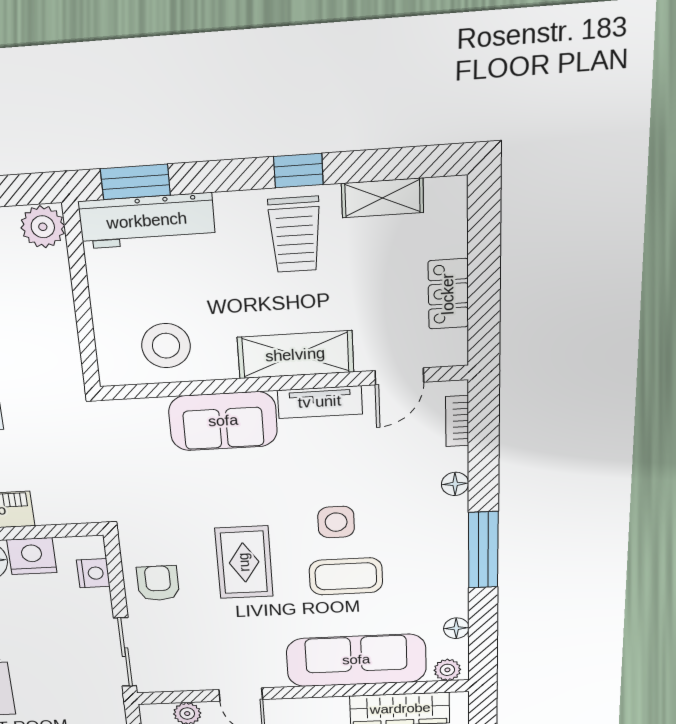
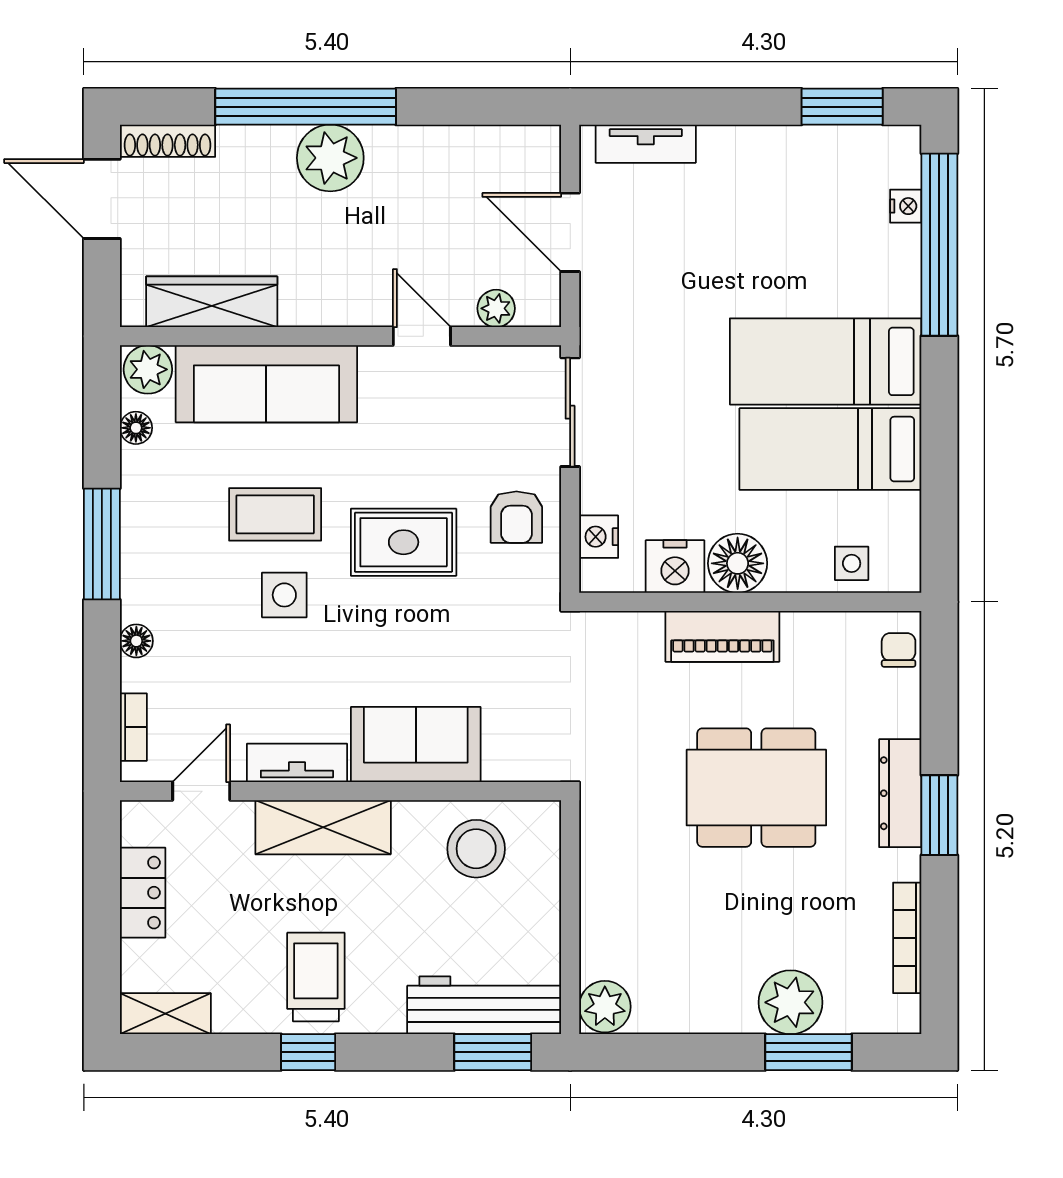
shelving: (382, 198) -> (165, 1014), moved
rug: (244, 562) -> (404, 542), turned 90
plant: (447, 670) -> (148, 369), width x1.38, depth x1.38

